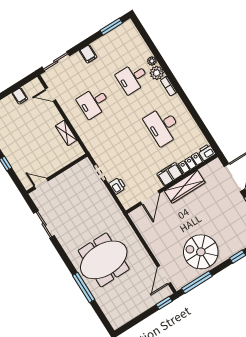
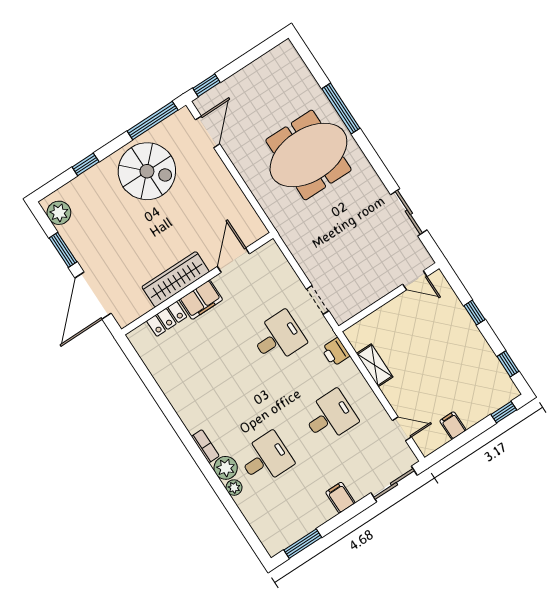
desk: (163, 126) -> (278, 338), moved, width x0.73
printer: (207, 152) -> (140, 337), removed
printer: (117, 186) -> (335, 352), moved

